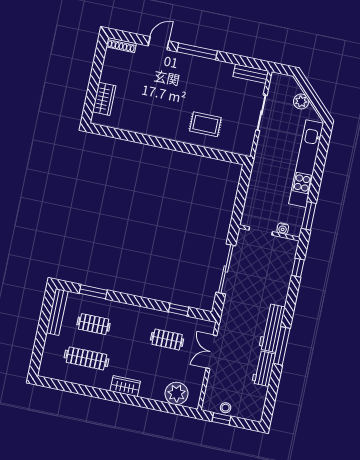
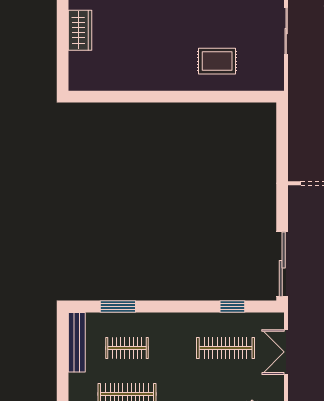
wardrobe: (104, 99) -> (80, 30), moved
sliding door: (226, 269) -> (282, 264), moved
clothes rail: (167, 339) -> (226, 348), width x1.36

